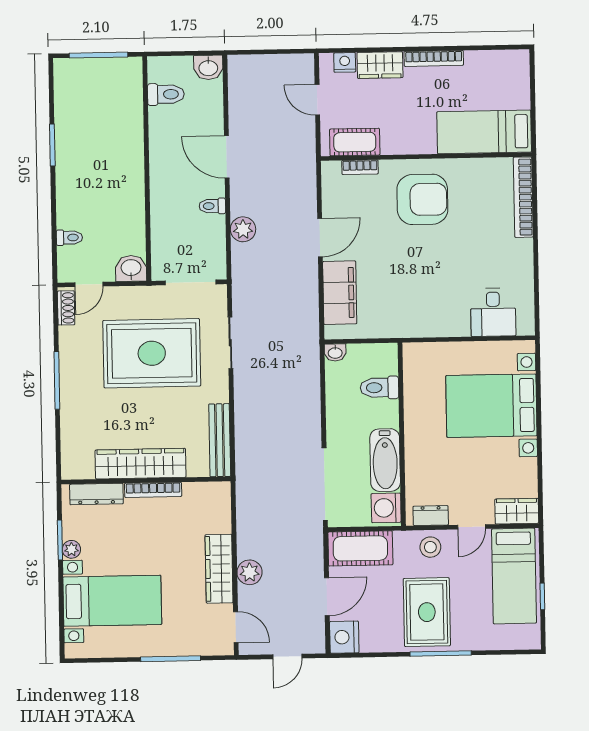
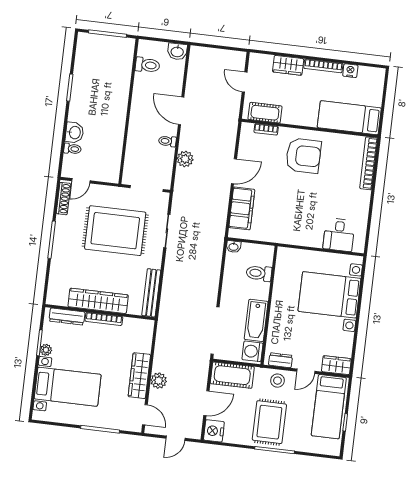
nightstand: (345, 62) -> (350, 71), moved
washbasin: (131, 268) -> (74, 133), moved, turned 90
shoe rack: (66, 308) -> (63, 199), width x1.43

